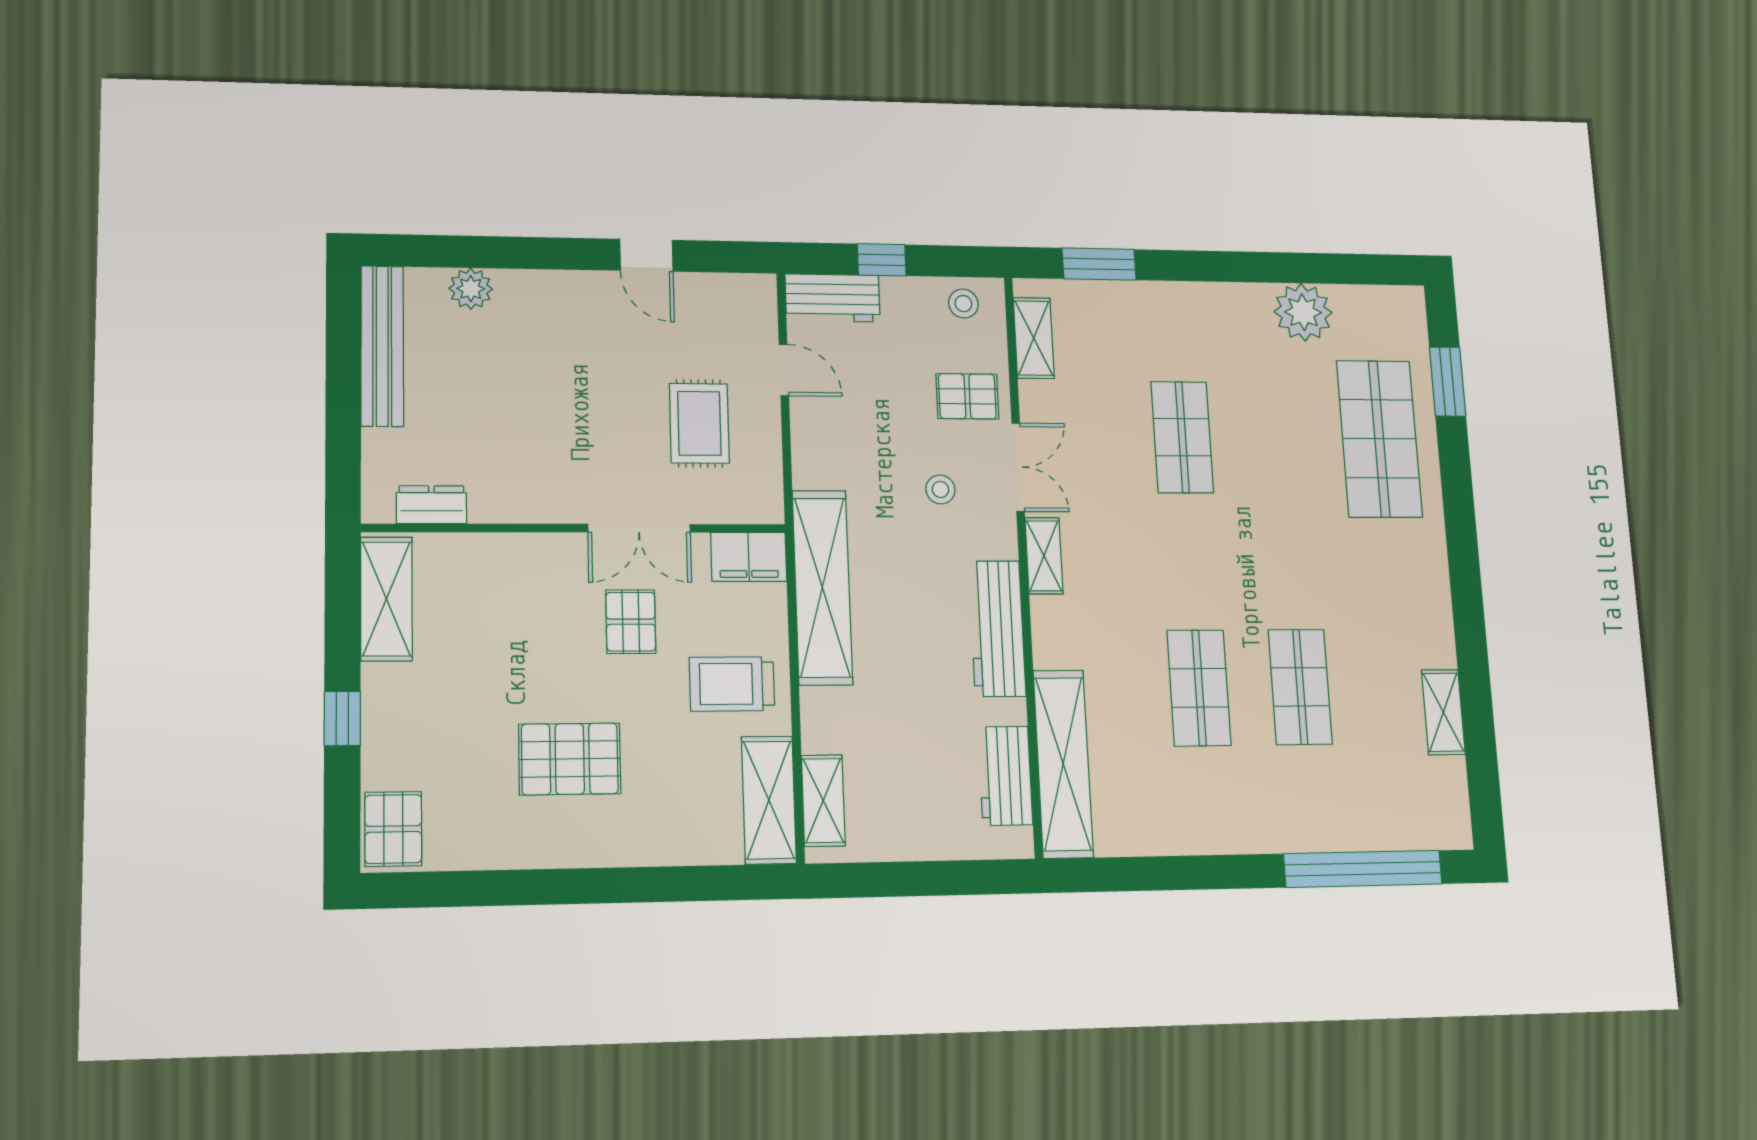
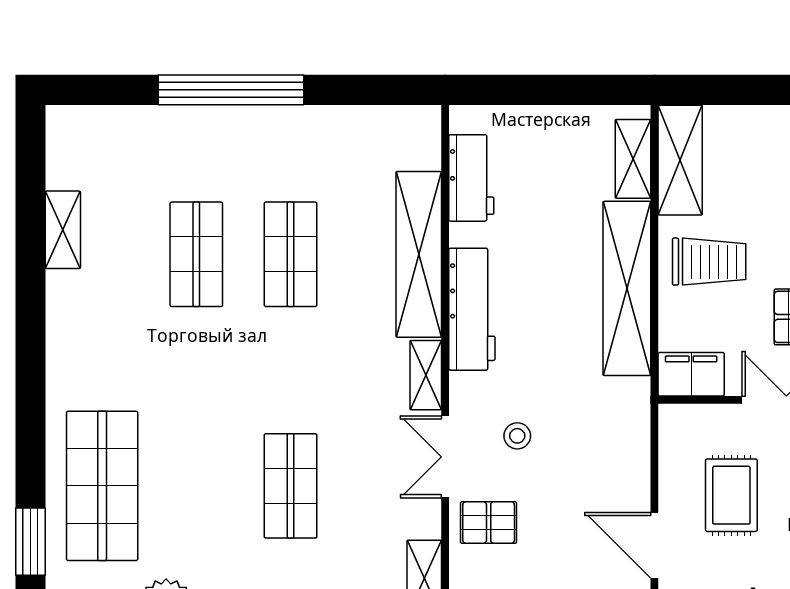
door: (784, 370) -> (654, 545), width x1.38
shelving: (822, 587) -> (627, 288), moved
shelving: (1063, 764) -> (419, 254), moved
window: (1363, 869) -> (231, 90), moved

